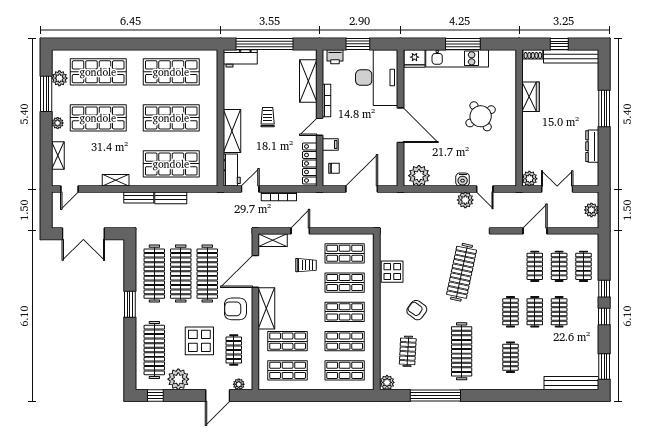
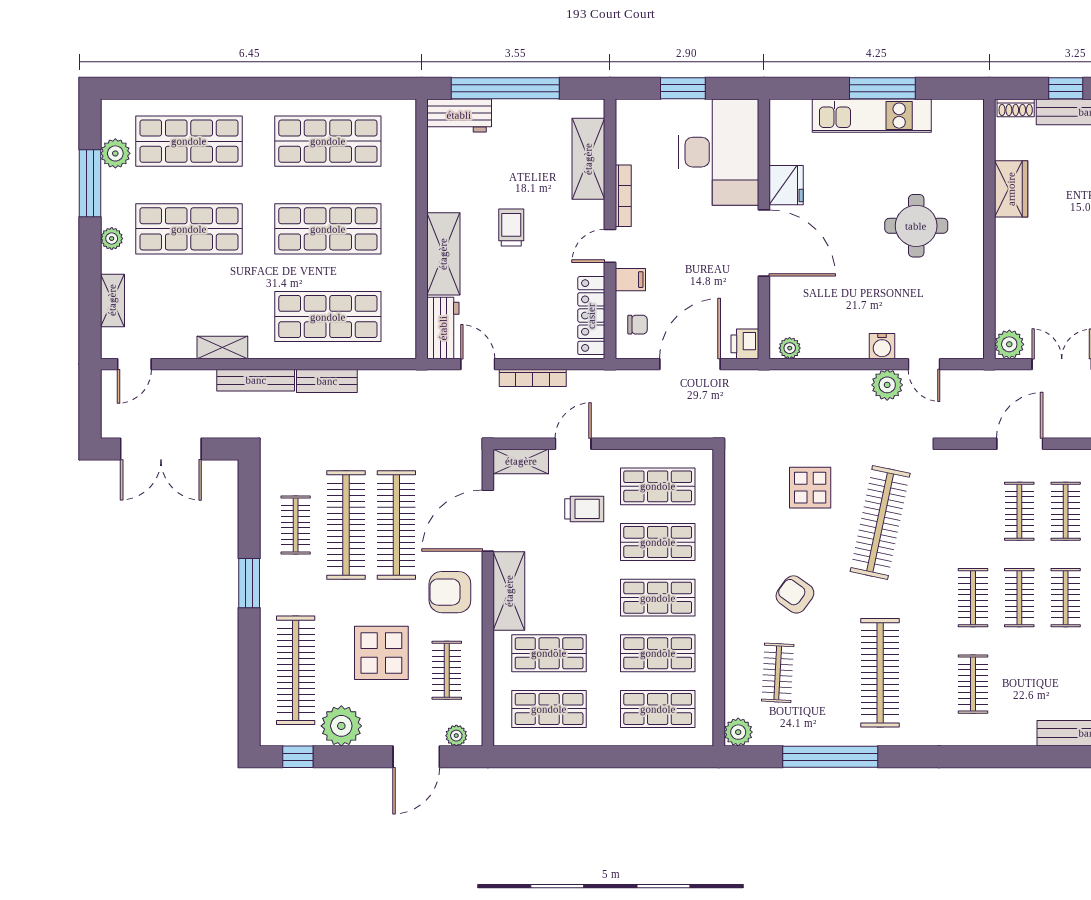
printer: (335, 57) -> (745, 344), moved, turned 90
fridge: (414, 58) -> (786, 185), moved, turned -90
round table: (481, 116) -> (916, 226), turned 32
plant: (419, 176) -> (790, 348), width x0.53, depth x0.53
door: (250, 189) -> (478, 364), hinge flipped
bench: (139, 198) -> (256, 380), width x1.36
display table: (392, 272) -> (810, 488), moved
clothes rail: (154, 274) -> (296, 525), width x0.54, depth x0.76

